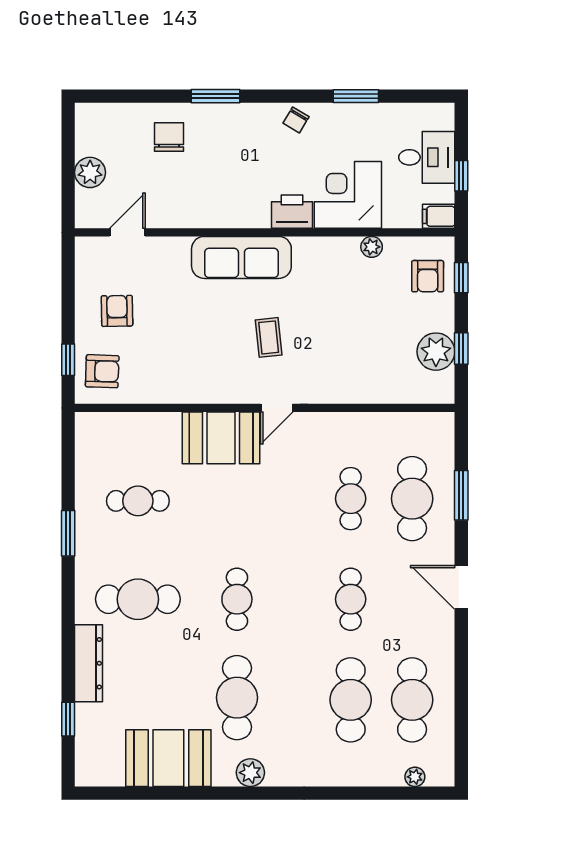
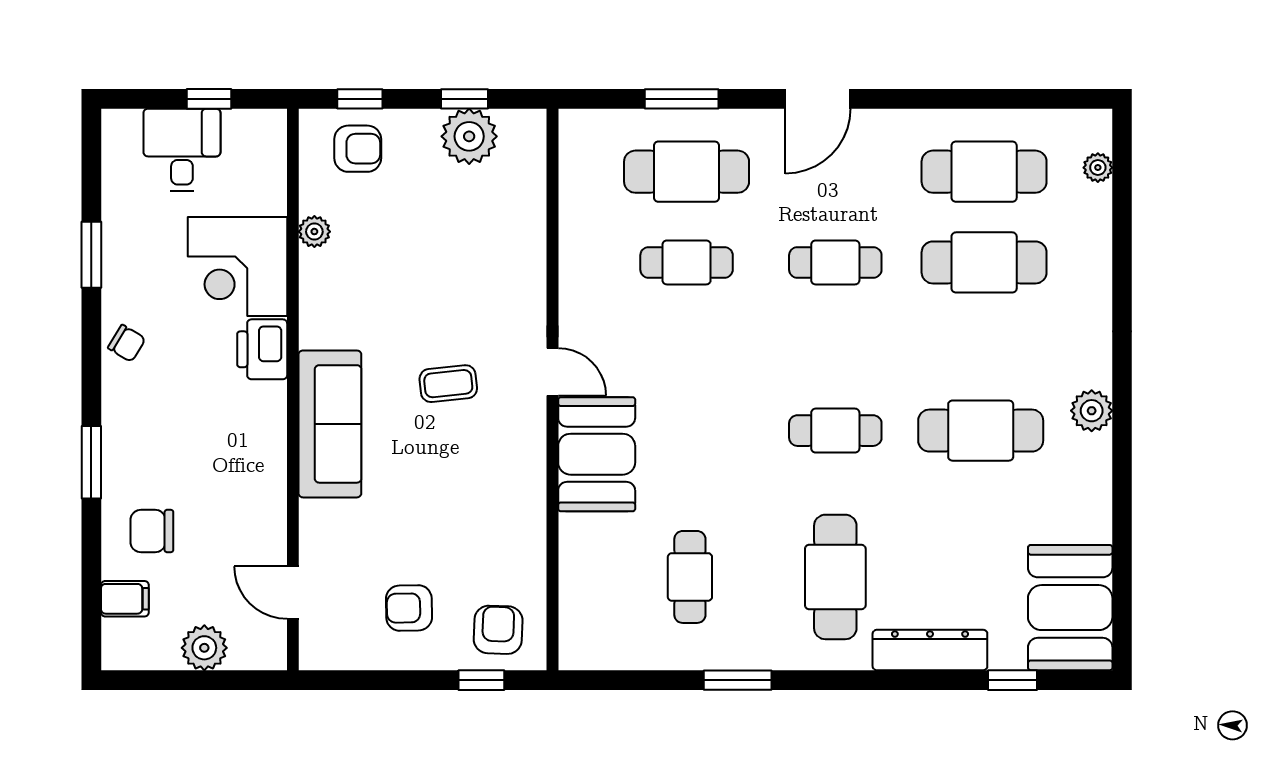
filing cabinet: (439, 216) -> (125, 599), moved, turned -90
booth: (168, 758) -> (1070, 608), moved

